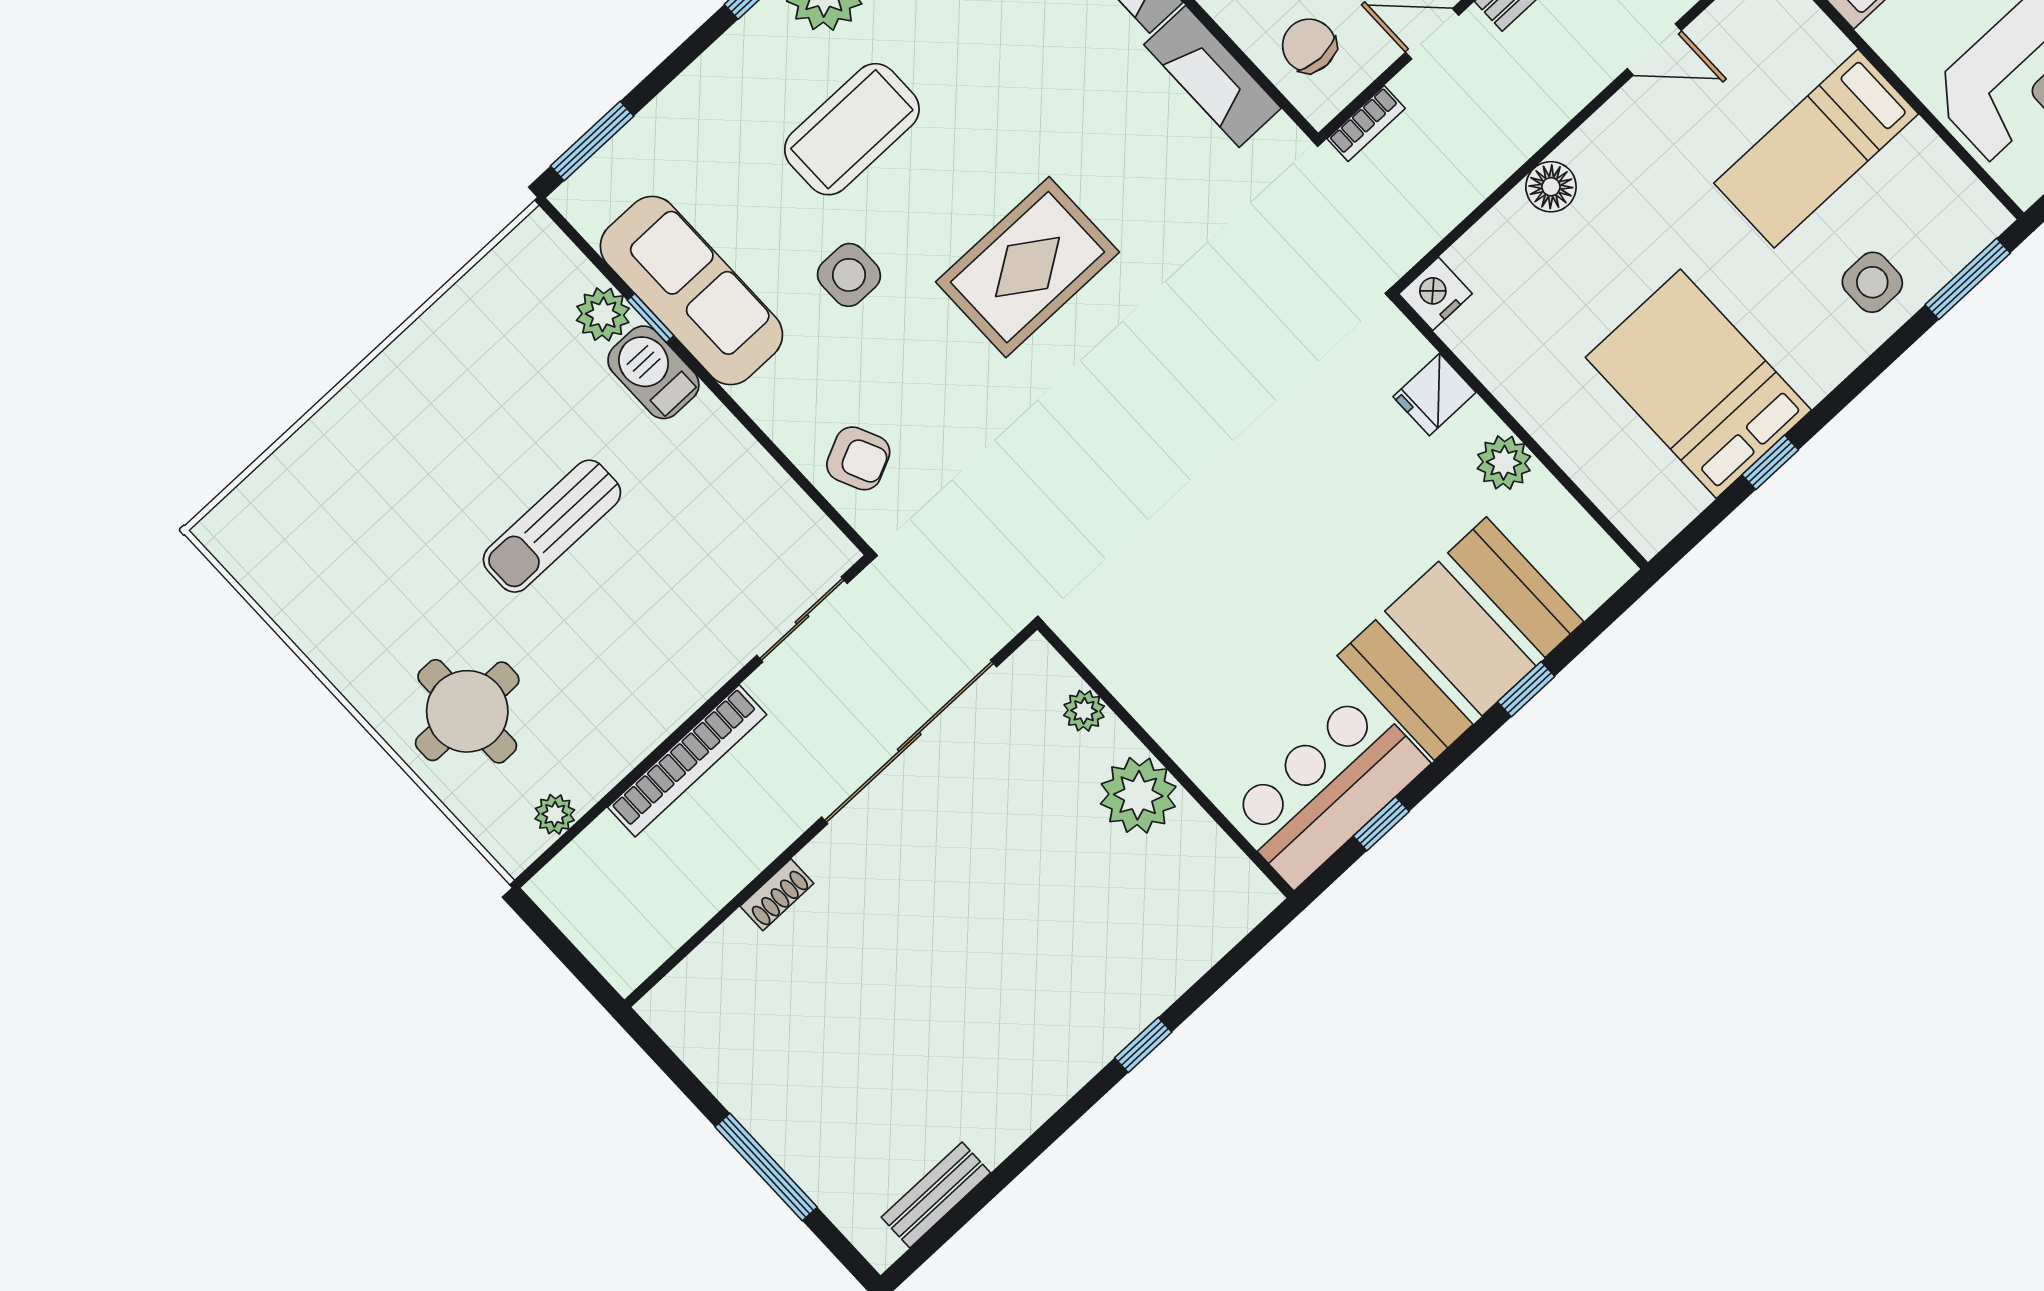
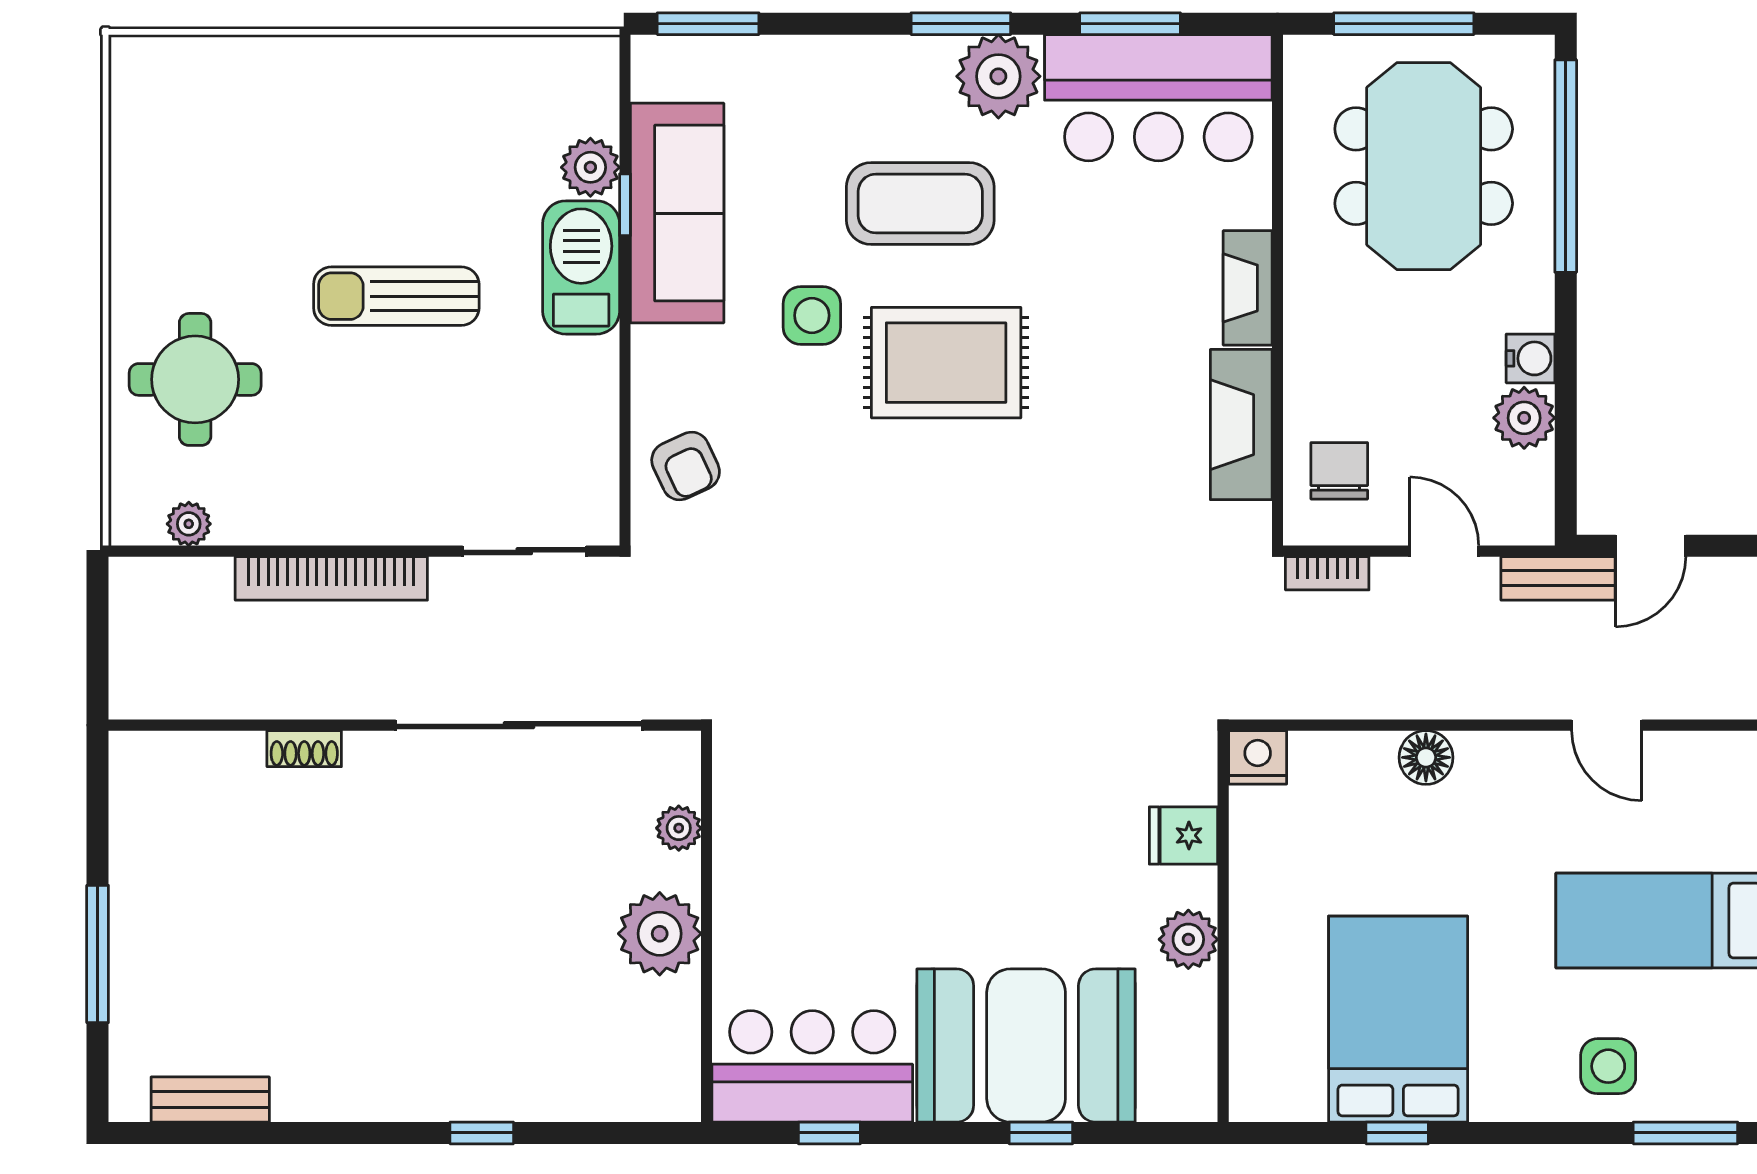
rug: (1028, 267) -> (946, 363), moved
barbecue: (653, 372) -> (581, 267), width x1.37, depth x1.21

